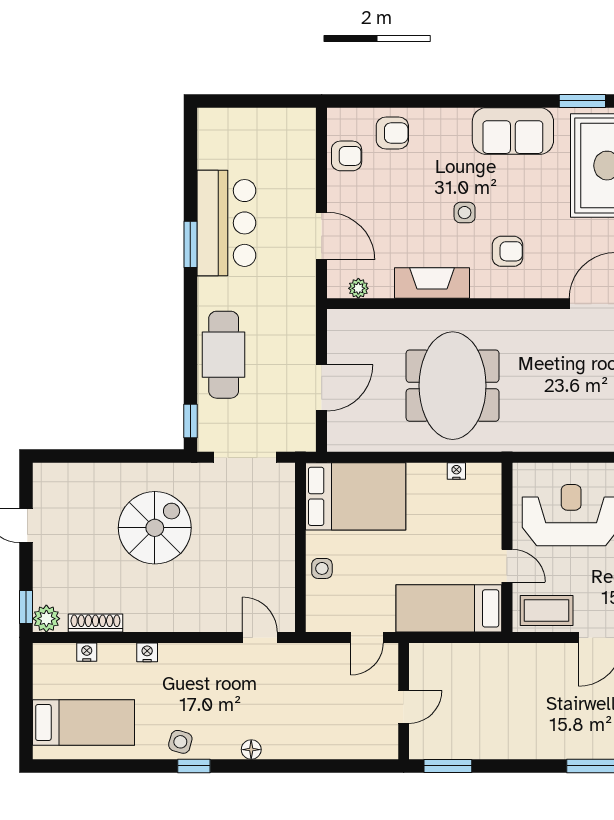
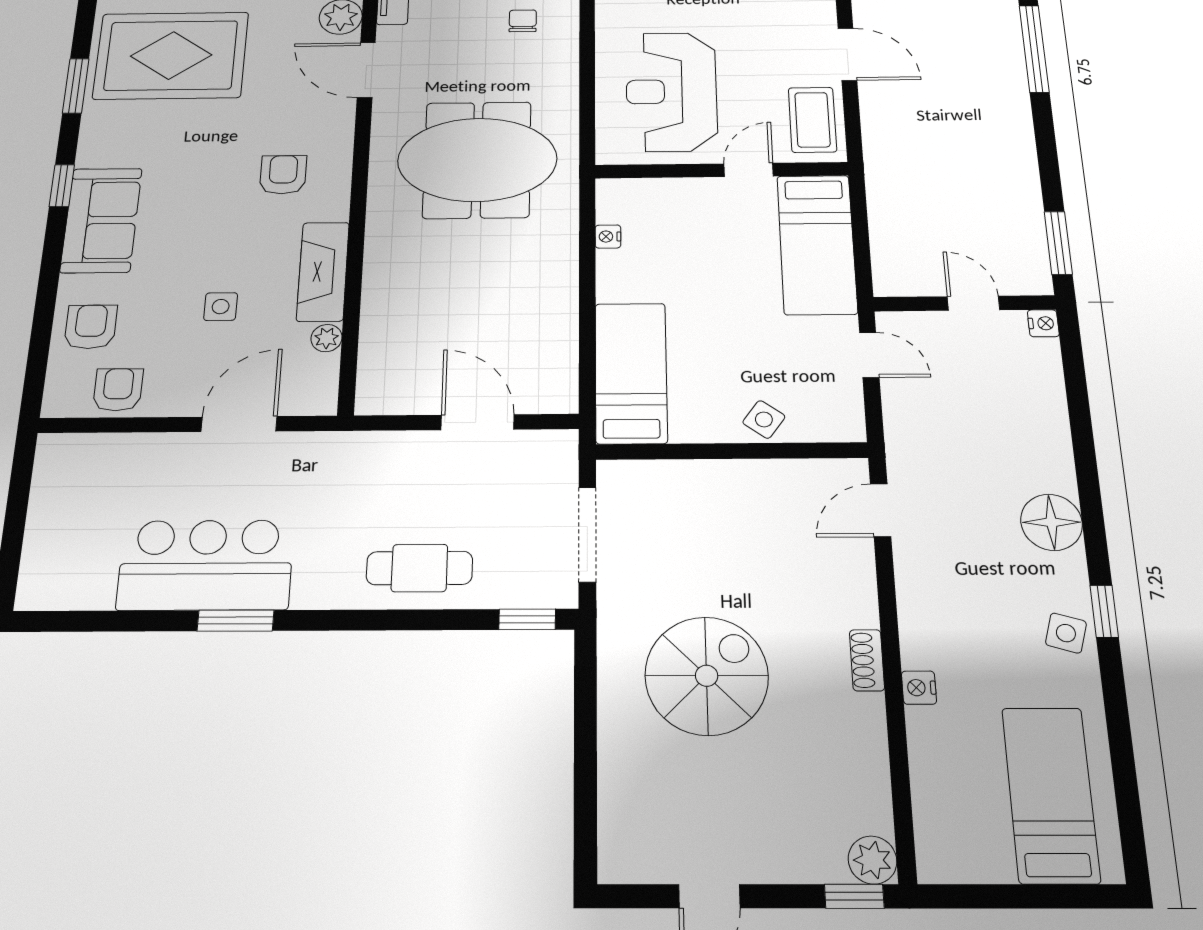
window: (501, 101) -> (62, 186), added
sofa: (513, 131) -> (101, 220), moved
side table: (465, 213) -> (221, 307), moved
plant: (358, 288) -> (327, 338), moved
cafe table: (224, 355) -> (419, 568), width x0.73, depth x0.74
meeting table: (453, 386) -> (477, 160), moved
bed: (356, 496) -> (631, 373), width x0.67
spiral stairs: (155, 528) -> (707, 676), turned 90
side table: (322, 568) -> (764, 419), turned 36
shoe rack: (95, 623) -> (867, 660), moved, width x0.70
nightstand: (87, 652) -> (1043, 323), moved, turned 180
floor lamp: (251, 750) -> (1051, 522), width x1.89, depth x1.89

